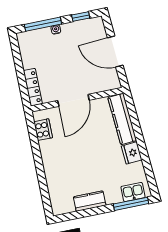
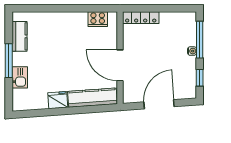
door: (73, 100) -> (120, 65), moved
kitchen sink: (133, 192) -> (20, 77), moved
kitchen counter: (90, 201) -> (19, 36), moved
window: (131, 204) -> (9, 61), moved

